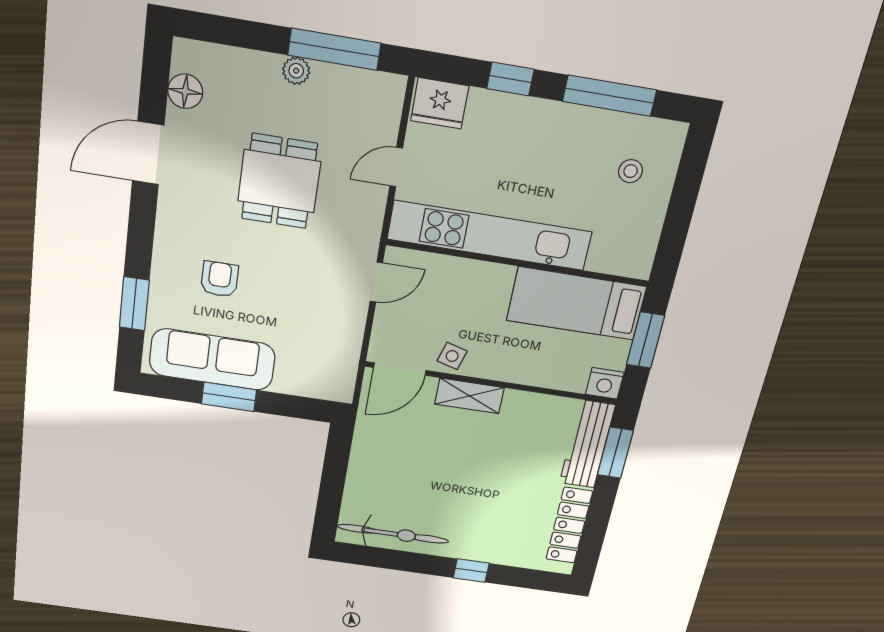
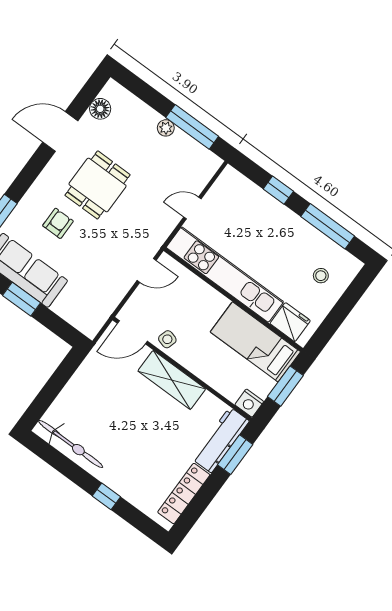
fridge: (440, 103) -> (290, 322), moved, turned 180
dining table: (279, 181) -> (98, 185), moved
shelving: (469, 396) -> (172, 380), width x1.50, depth x1.33

